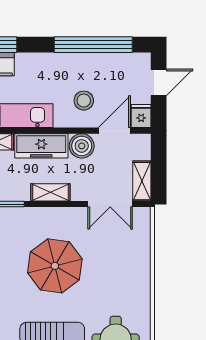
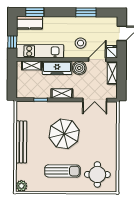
window: (93, 45) -> (86, 12), width x0.47
shelving: (142, 181) -> (112, 73), moved

